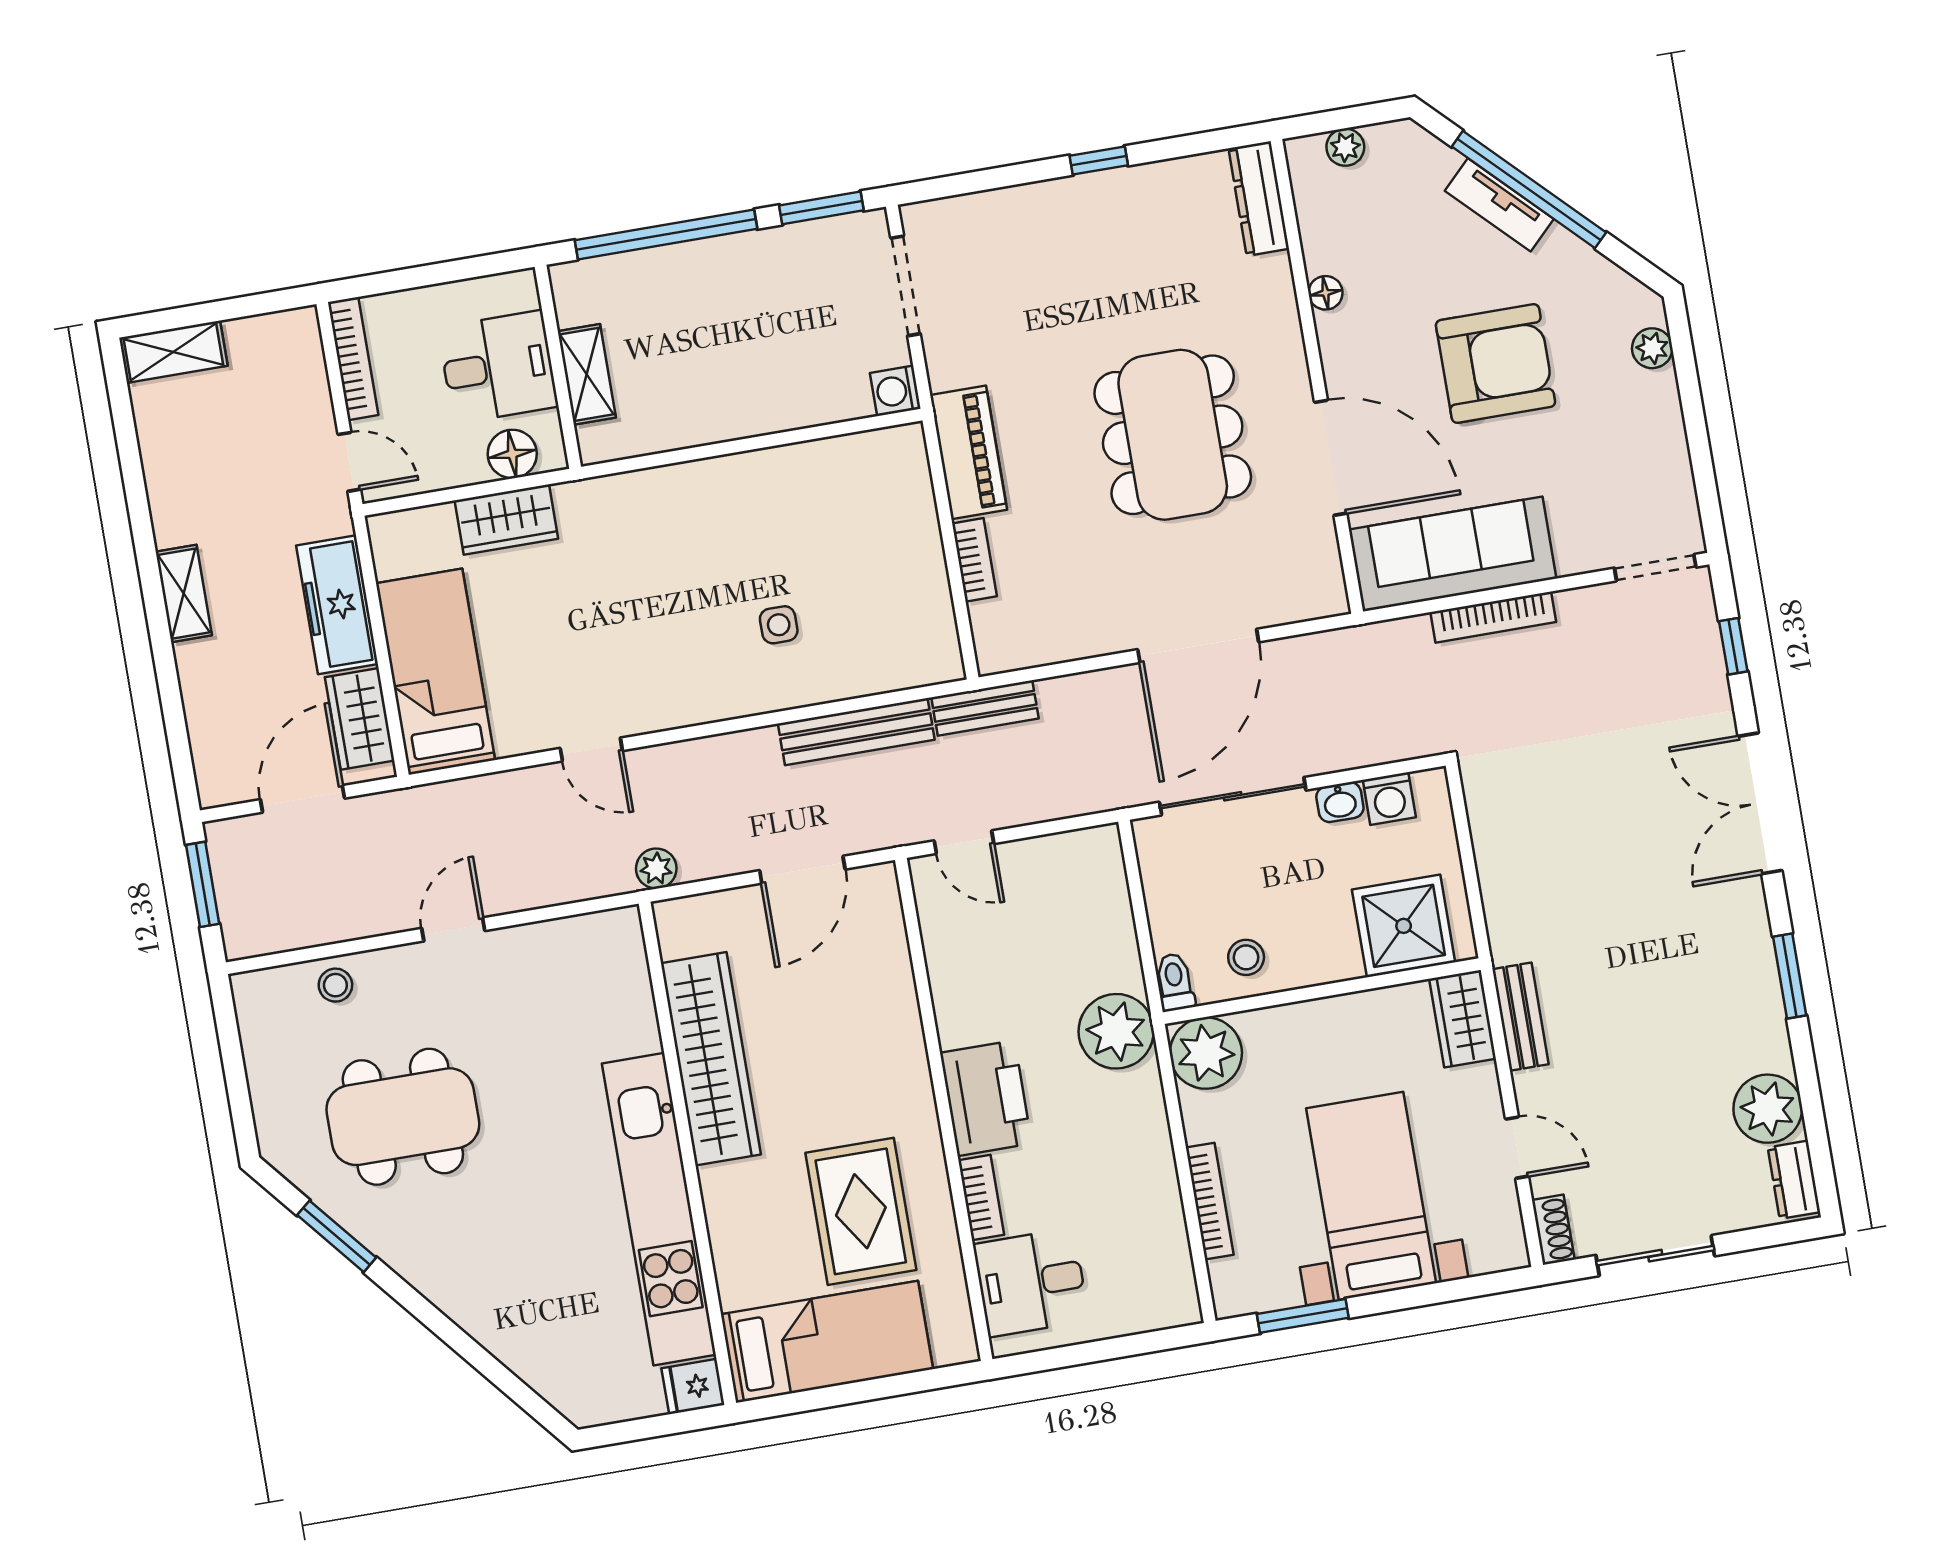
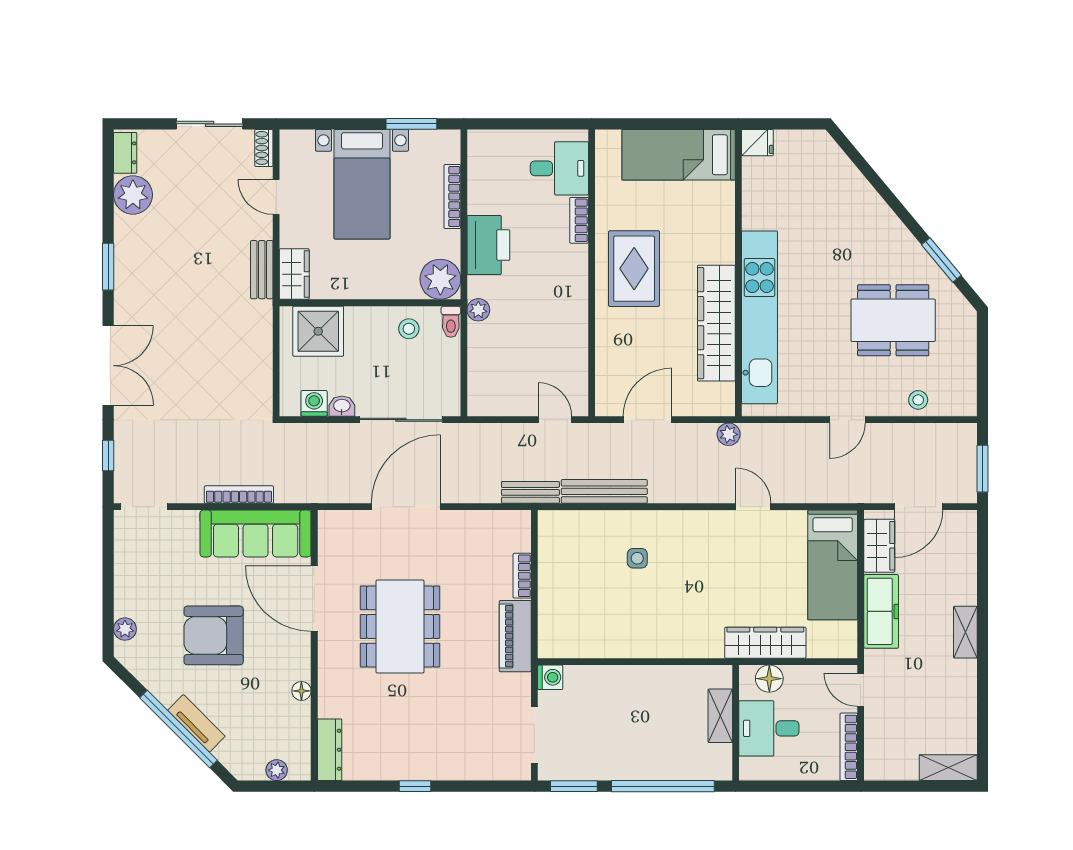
wardrobe: (506, 520) -> (765, 643), width x1.50
plant: (1116, 1031) -> (478, 310), width x0.53, depth x0.53
printer: (986, 1098) -> (488, 245), moved, turned 180
kitchen unit: (659, 1209) -> (759, 317), moved
rug: (861, 1211) -> (634, 269), moved

